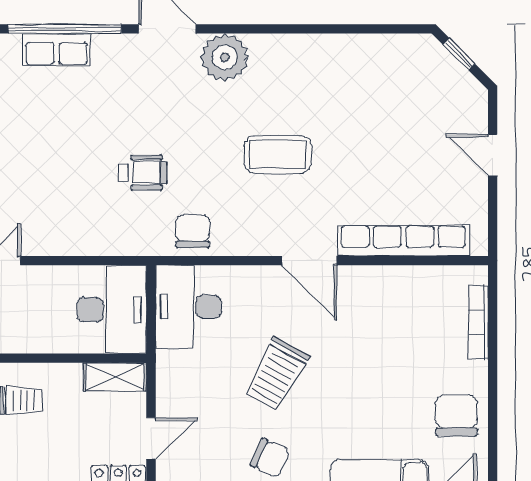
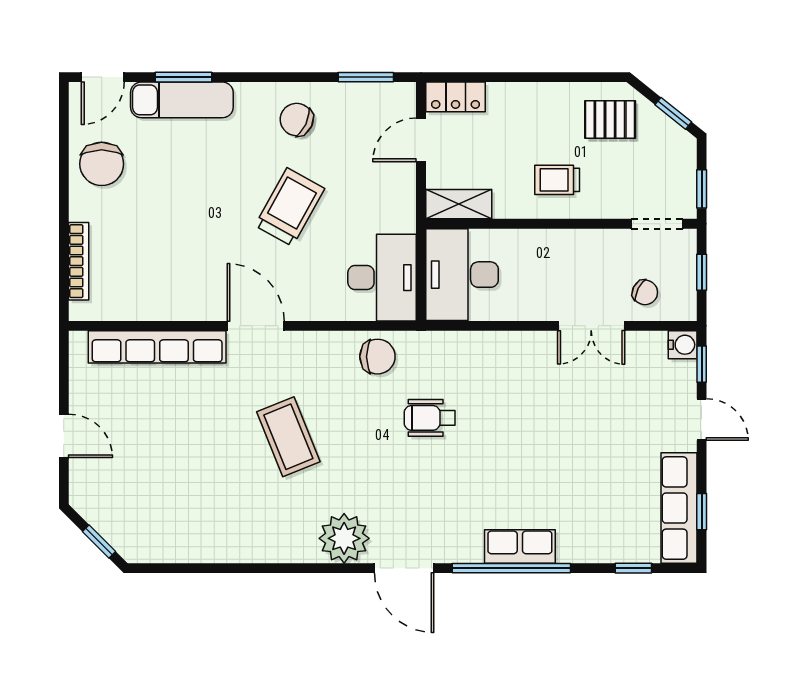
coffee table: (278, 154) -> (288, 437), turned 68
chair: (193, 231) -> (377, 357), turned -90

